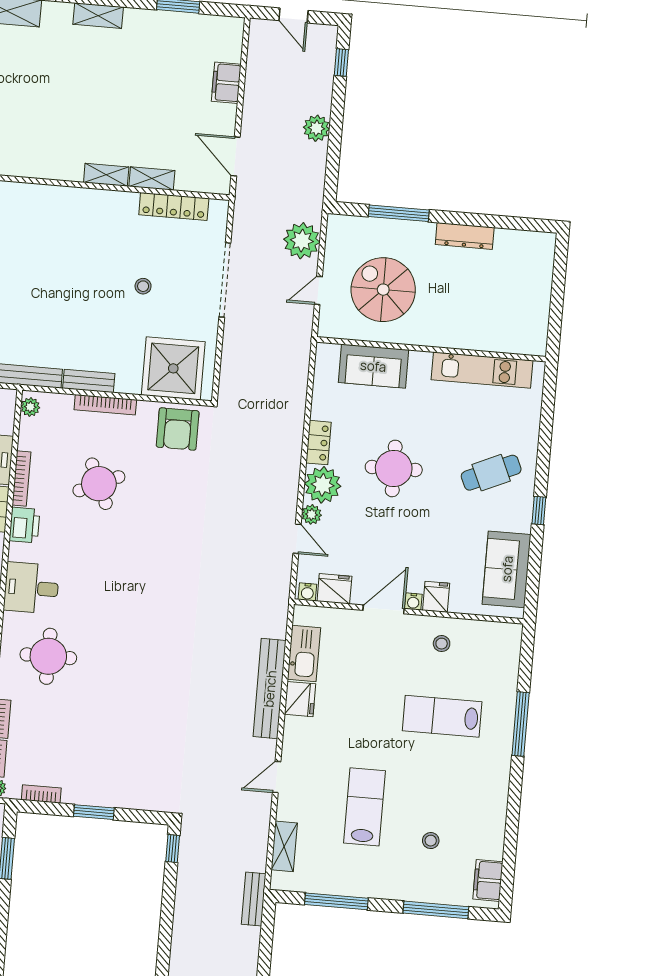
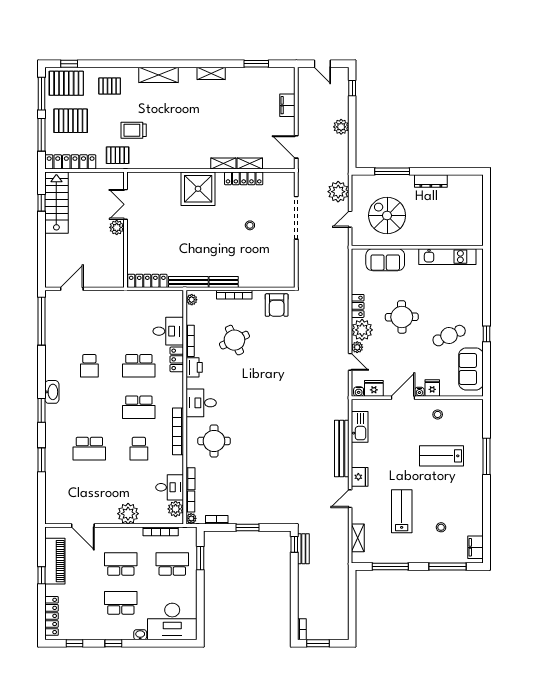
locker: (174, 206) -> (244, 178), moved
shower: (173, 368) -> (198, 189), moved
cafe table: (491, 473) -> (449, 336), moved
fridge: (300, 699) -> (360, 477), moved
bench: (254, 899) -> (303, 549), moved

